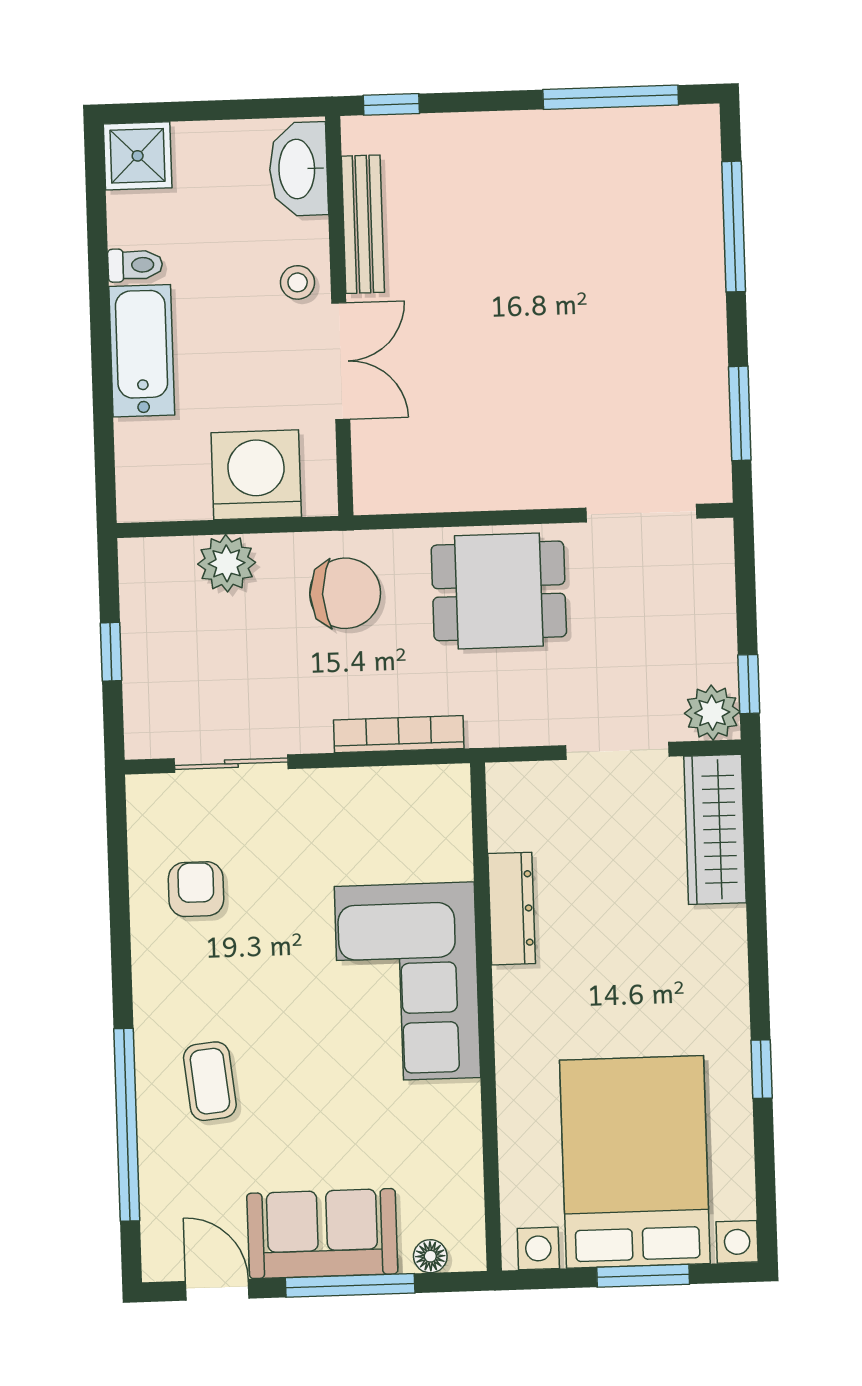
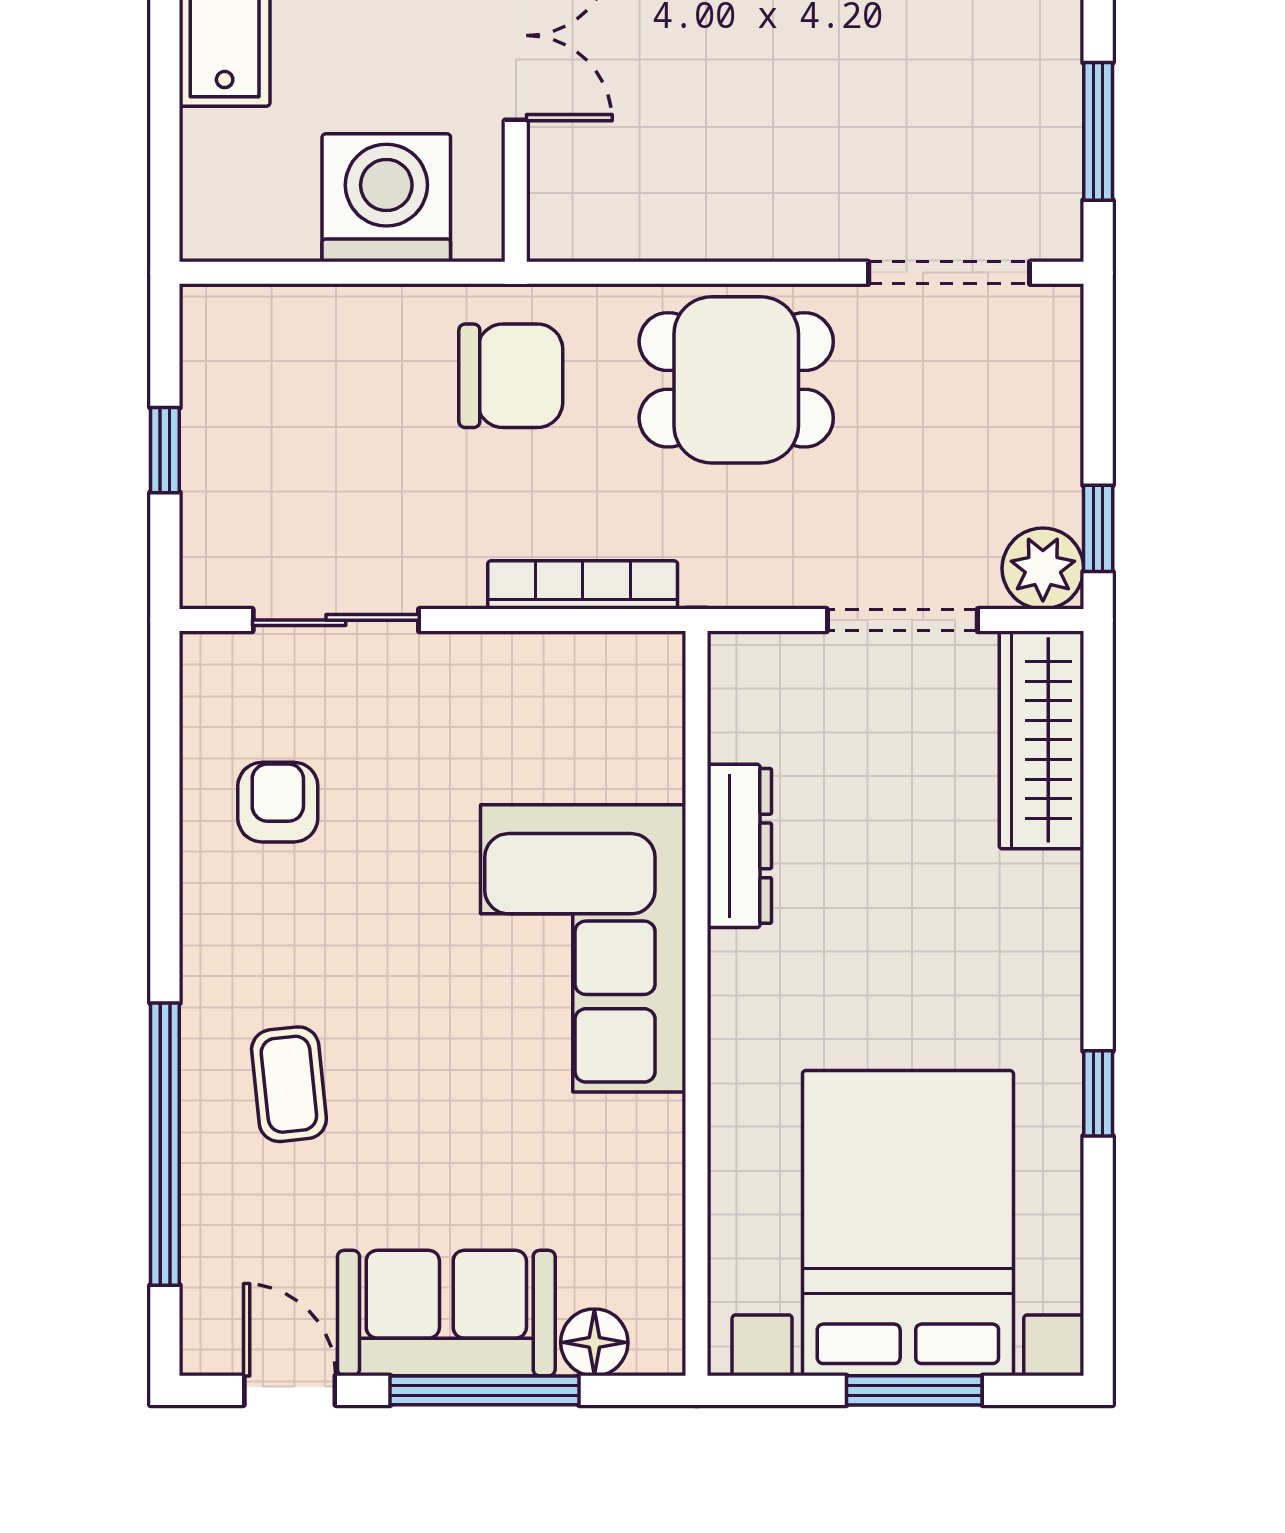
plant: (227, 563) -> (339, 326), removed
floor lamp: (430, 1256) -> (594, 1342), width x1.37, depth x1.37

